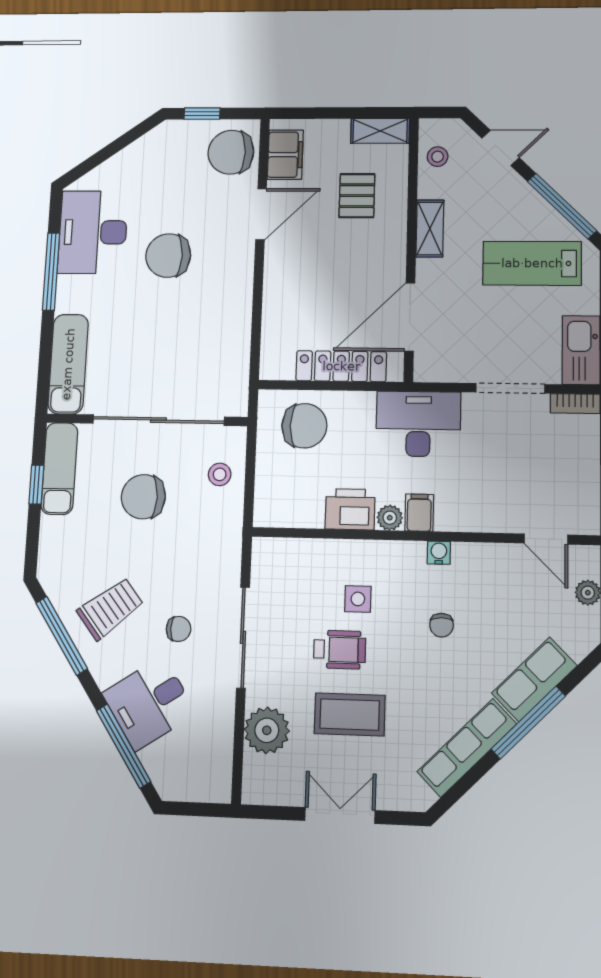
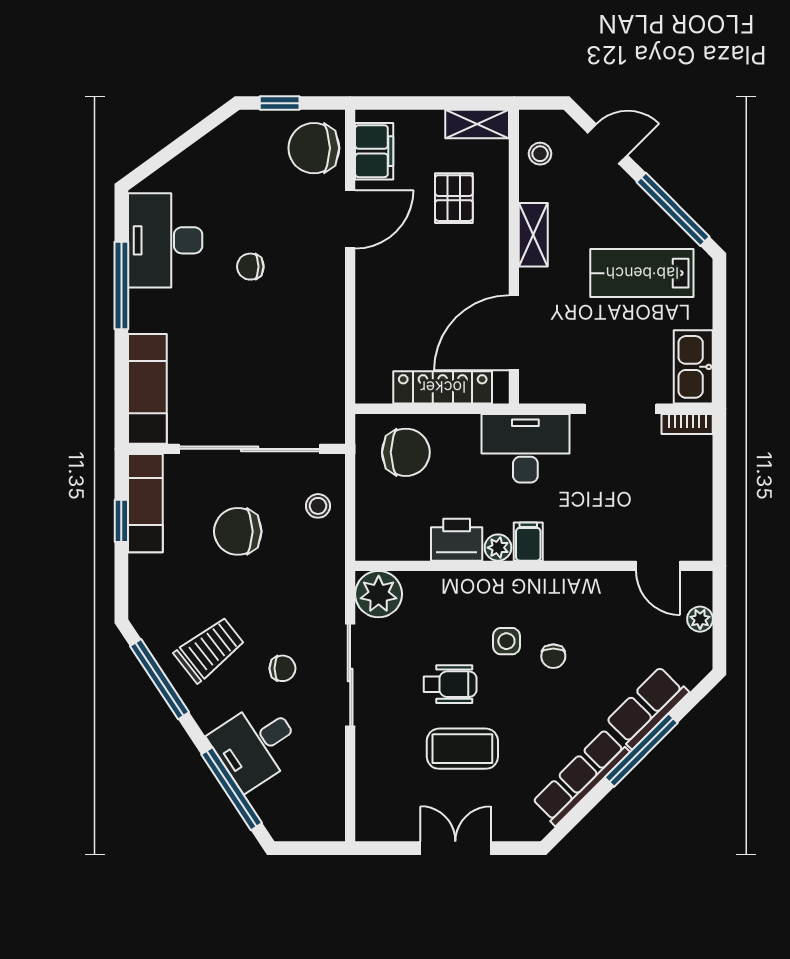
chair: (168, 256) -> (250, 267), width x0.54, depth x0.54
water cooler: (439, 553) -> (549, 582), removed
side table: (358, 599) -> (506, 641), moved
plant: (267, 730) -> (379, 594), moved

